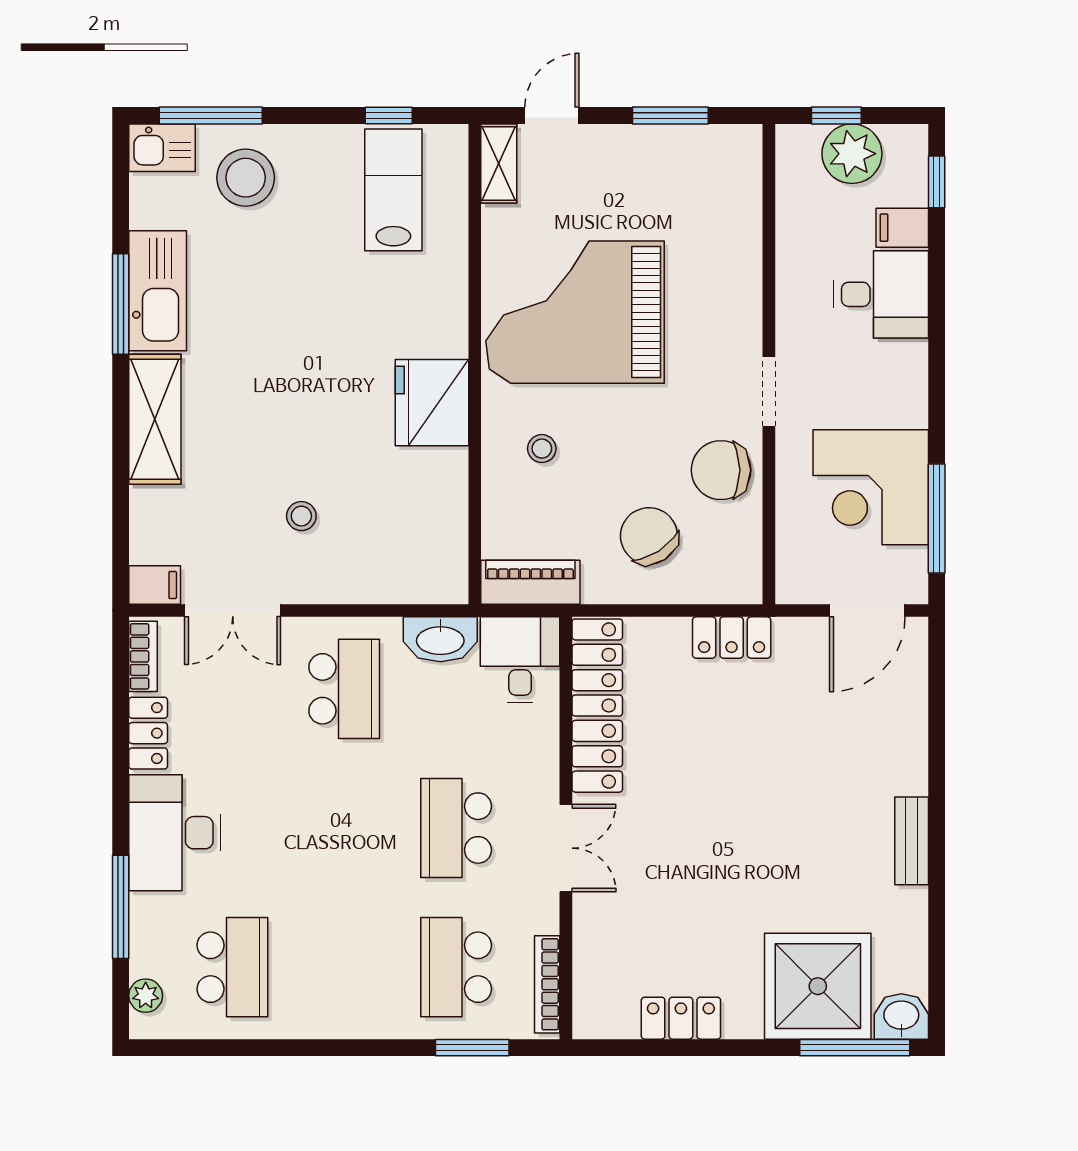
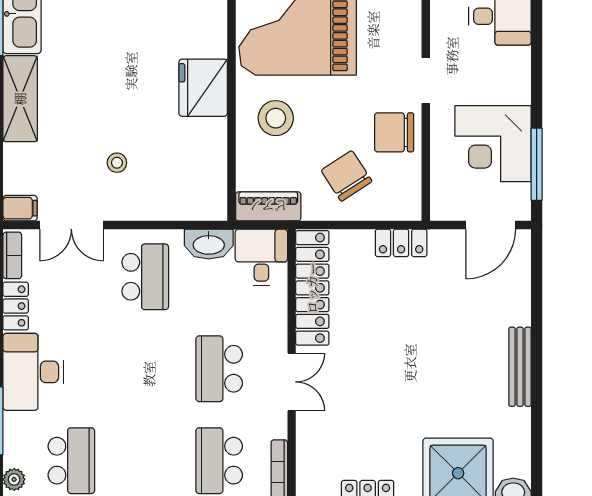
stool: (542, 449) -> (276, 118), width x1.89, depth x1.89
bench: (912, 841) -> (520, 367), width x1.36

